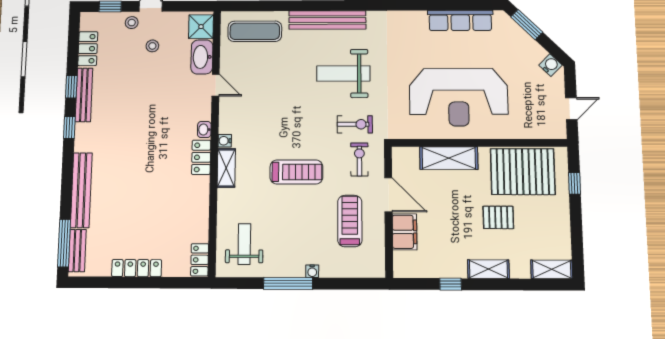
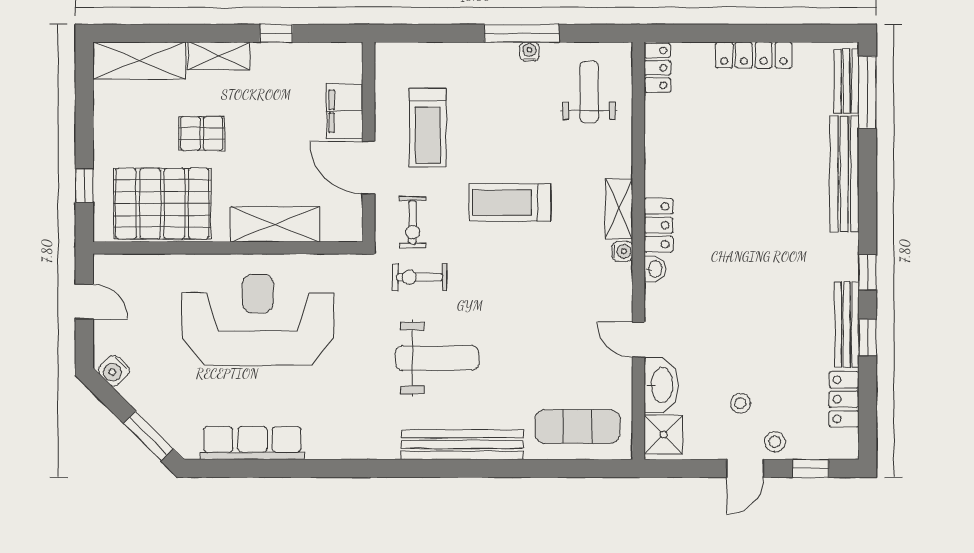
door: (571, 109) -> (84, 302), swing flipped
weight bench: (244, 244) -> (589, 92), turned 180
shelving: (552, 269) -> (139, 60), width x1.50, depth x1.33
water cooler: (312, 271) -> (530, 51), moved

